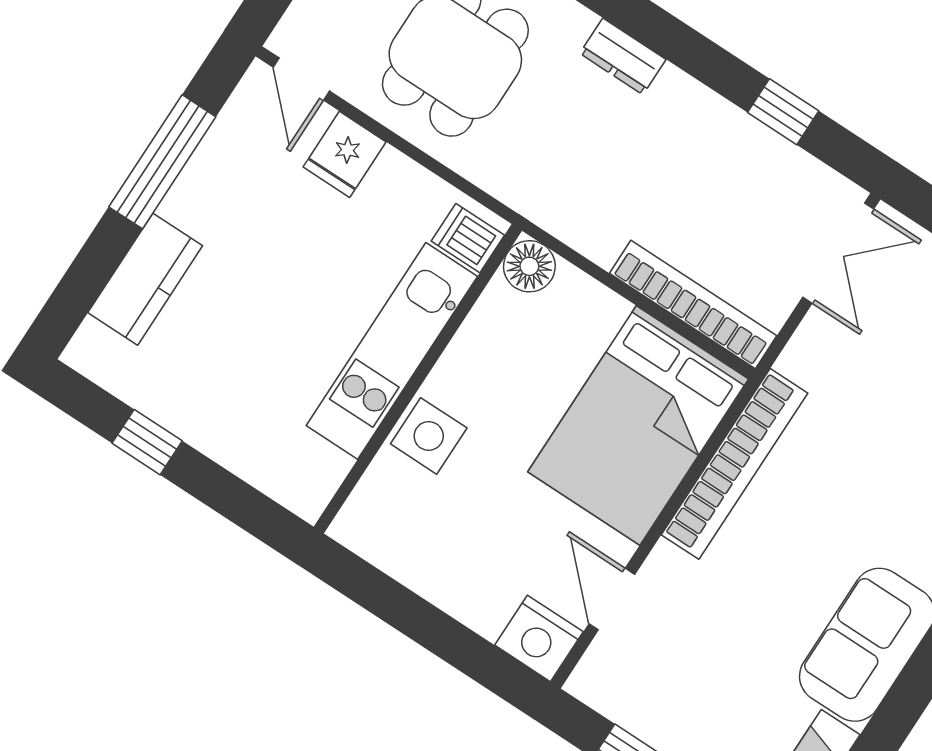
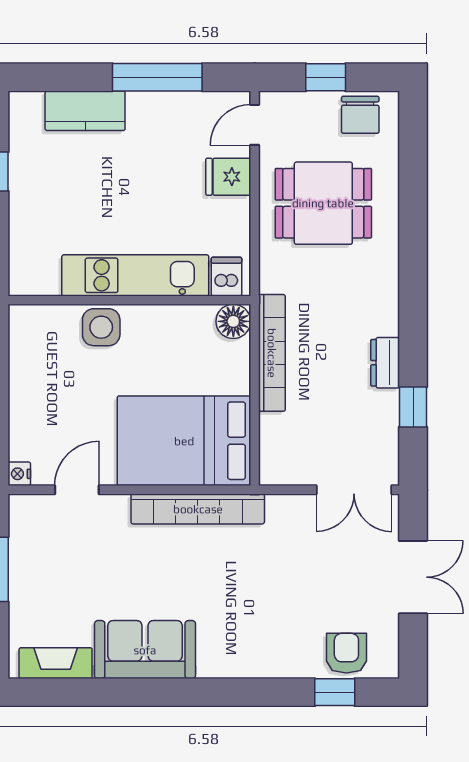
dresser: (623, 56) -> (385, 363), moved
bookcase: (693, 305) -> (272, 353), moved
nightstand: (539, 638) -> (19, 474), width x0.53, depth x0.56

